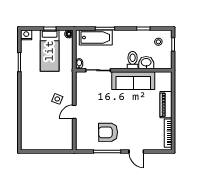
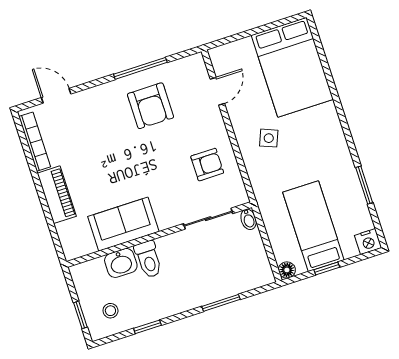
bathtub: (96, 38) -> (233, 280), removed
sofa: (133, 81) -> (123, 224), width x0.73
armchair: (90, 96) -> (207, 165), added
door: (74, 112) -> (217, 91), moved
bed: (35, 129) -> (292, 67), added
armchair: (108, 132) -> (150, 106), turned 91
door: (136, 151) -> (56, 96), moved

